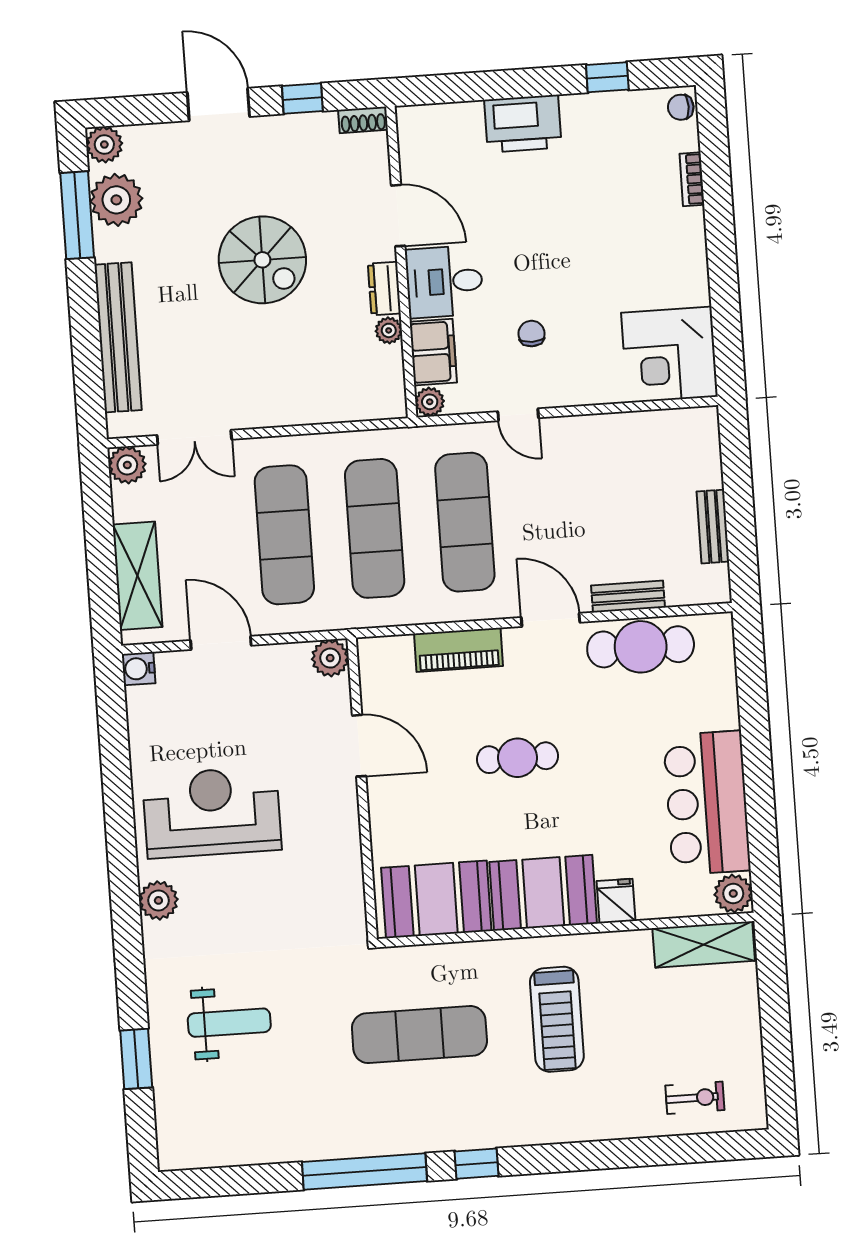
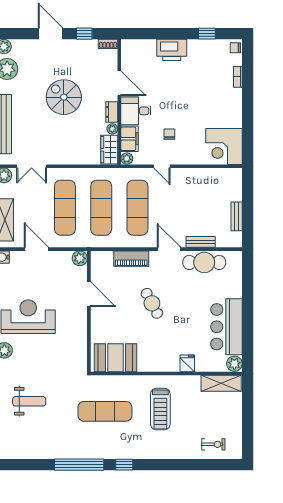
spiral stairs: (262, 260) -> (64, 97), turned 180
wardrobe: (385, 383) -> (109, 150), added
cafe table: (517, 758) -> (152, 303), turned 62
booth: (543, 893) -> (158, 358), removed

